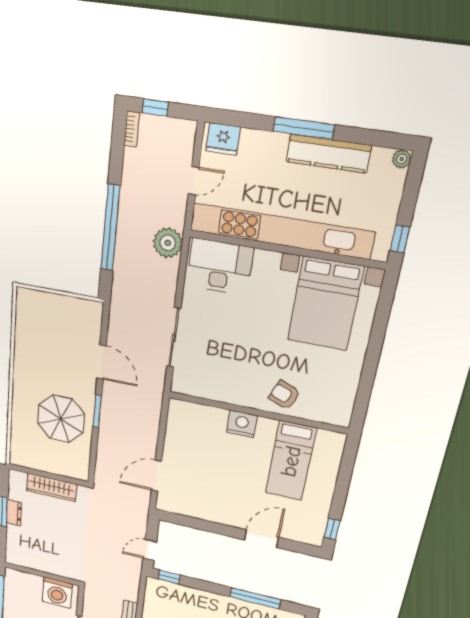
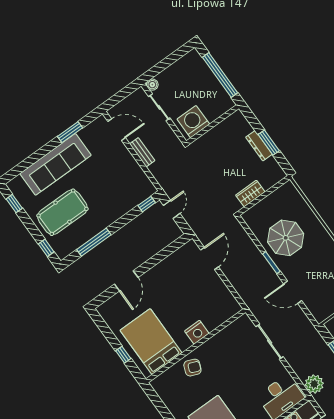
bed: (291, 461) -> (151, 342), width x1.50
wardrobe: (51, 487) -> (250, 194), width x0.67
dresser: (14, 513) -> (259, 146), width x1.44
window: (332, 529) -> (123, 355), moved

